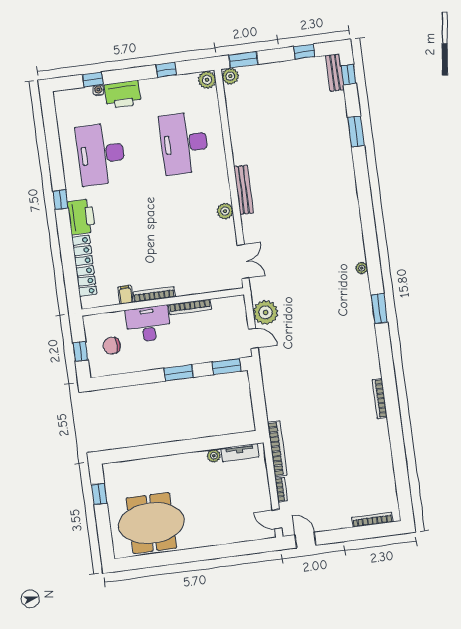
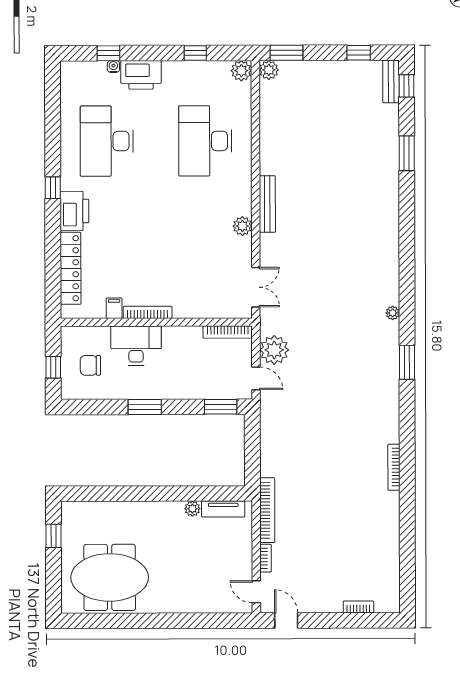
bookcase: (190, 307) -> (228, 332), moved
window: (179, 373) -> (145, 407), moved
bookcase: (372, 520) -> (358, 607), width x0.64

